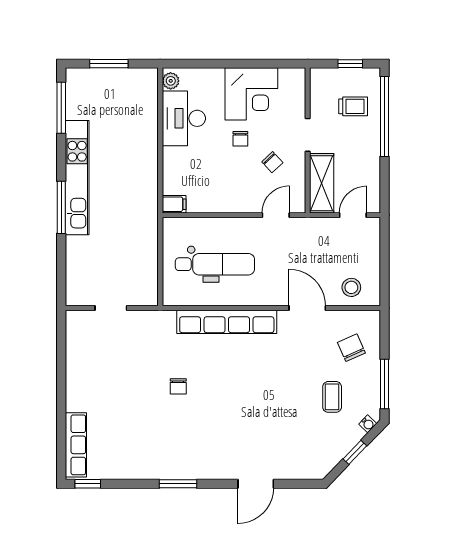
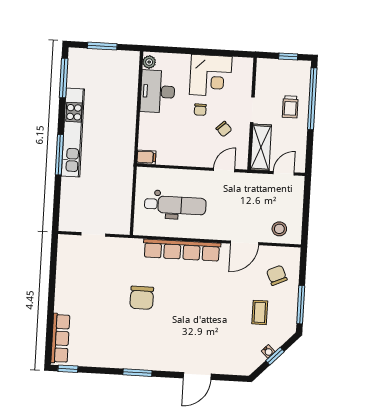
trolley: (353, 106) -> (290, 107), moved, turned 90
door: (307, 308) -> (244, 243), swing flipped
chair: (178, 386) -> (142, 298), width x1.87, depth x1.87
water cooler: (368, 424) -> (268, 351), moved

